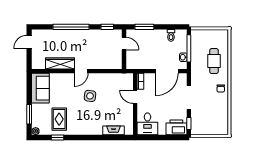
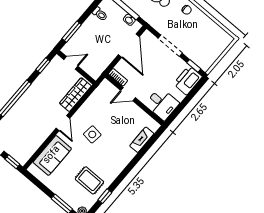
window: (29, 60) -> (12, 162), added
wardrobe: (60, 63) -> (75, 95), moved
sofa: (40, 88) -> (52, 155), moved, turned 90

